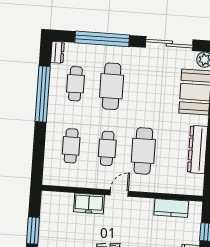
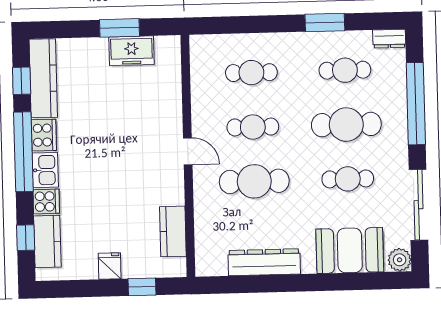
cafe table: (148, 89) -> (348, 179), added
window: (43, 94) -> (325, 23), width x0.47
freezer: (89, 203) -> (131, 51), moved, turned -90

